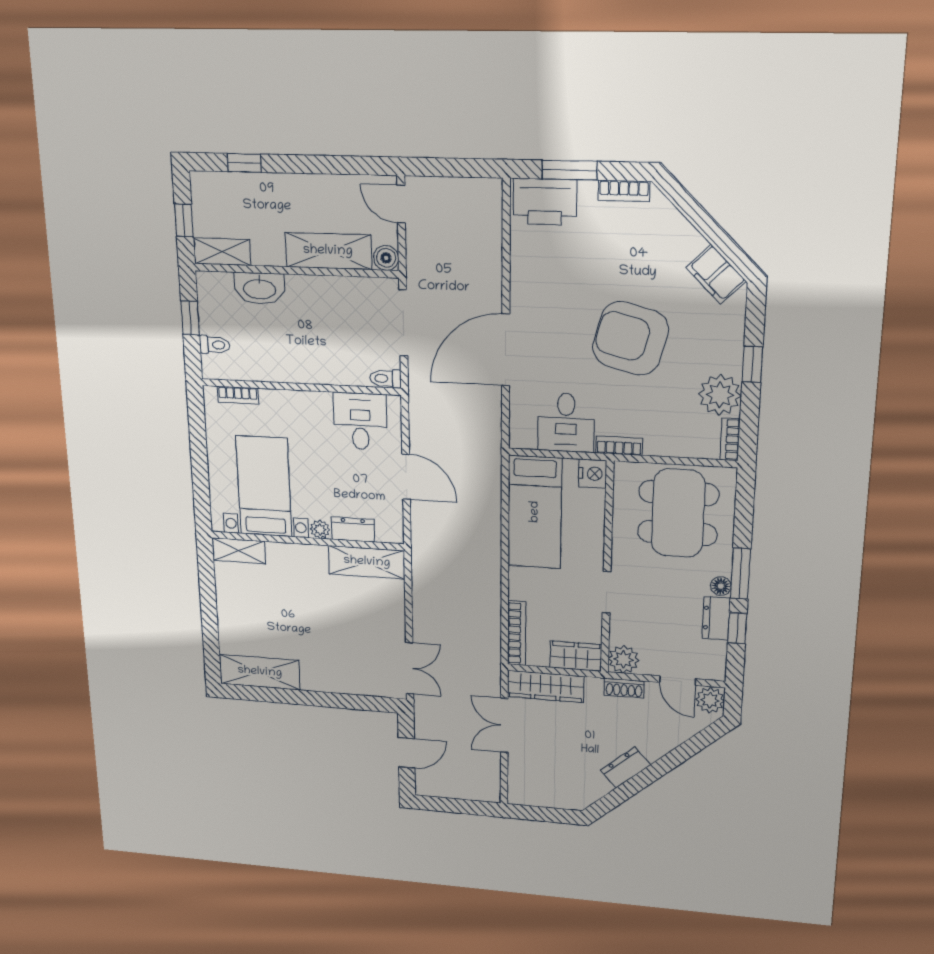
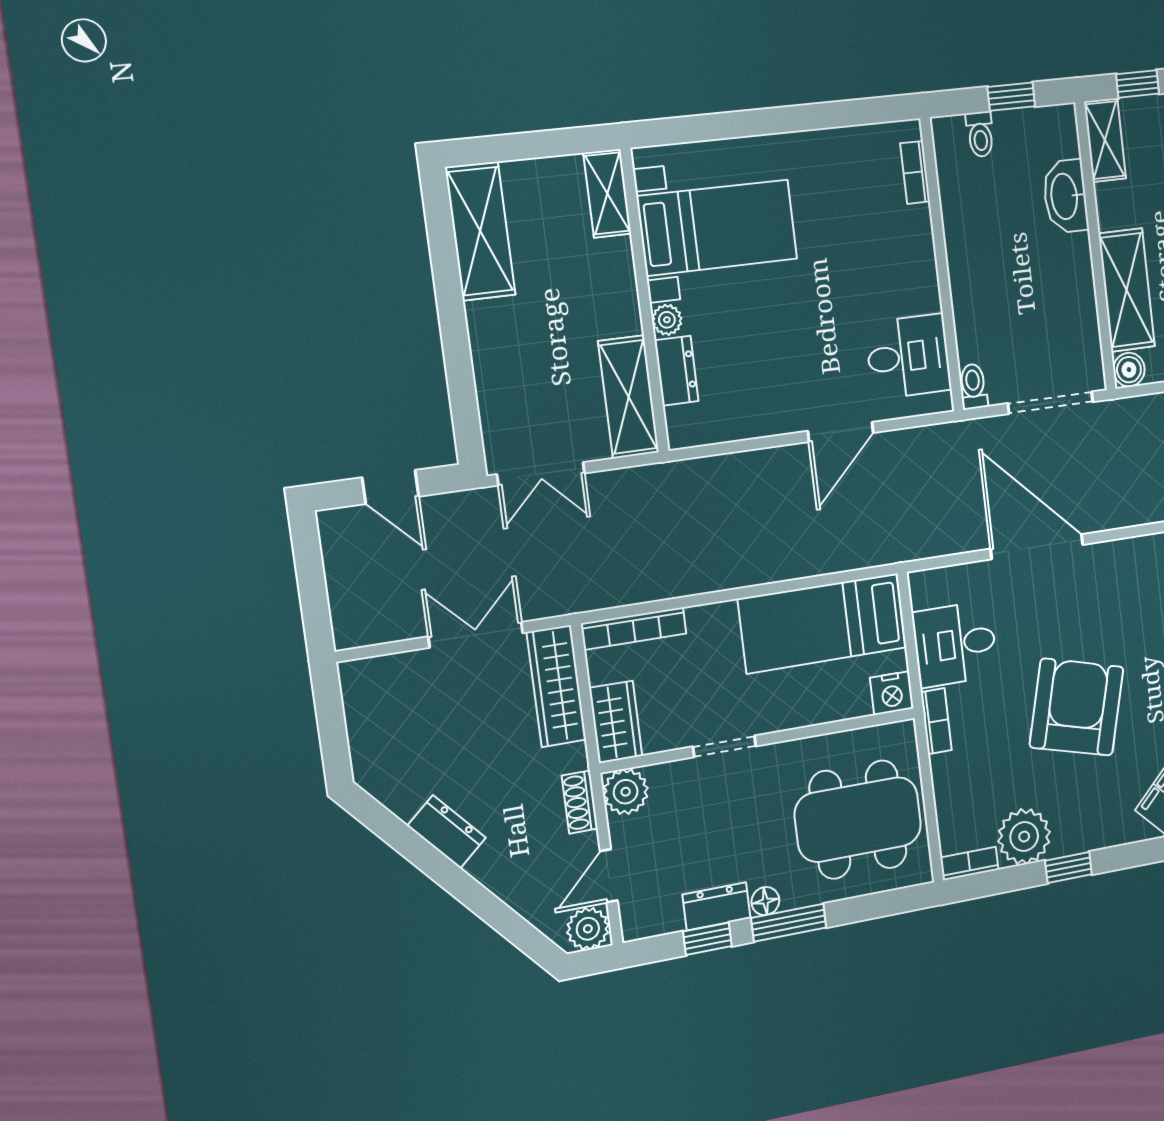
bed with nightstands: (264, 486) -> (717, 228), moved
plant: (320, 529) -> (667, 320), moved
dresser: (353, 529) -> (677, 371), moved
wall: (307, 541) -> (645, 301), moved
shelving: (239, 551) -> (607, 193), moved
shelving: (367, 562) -> (629, 397), moved

